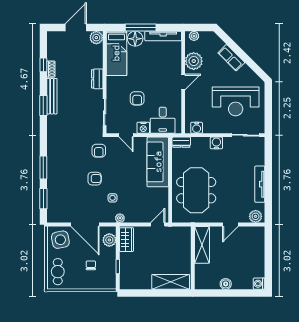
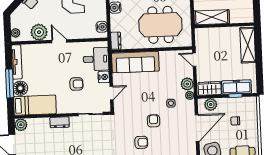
armchair: (99, 151) -> (141, 142), moved
plant: (132, 216) -> (187, 84), added
freezer: (127, 268) -> (237, 87), added

